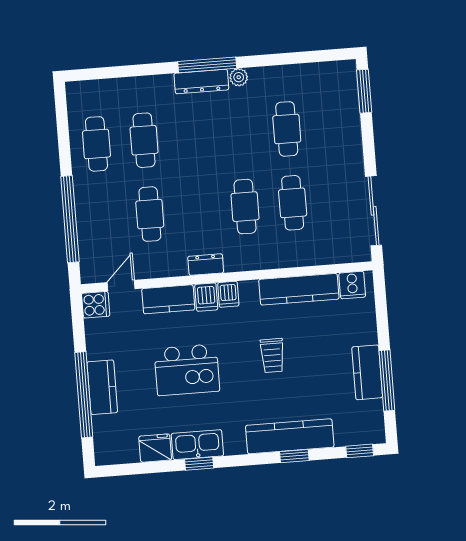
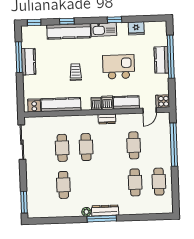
kitchen sink: (197, 445) -> (104, 30), moved

